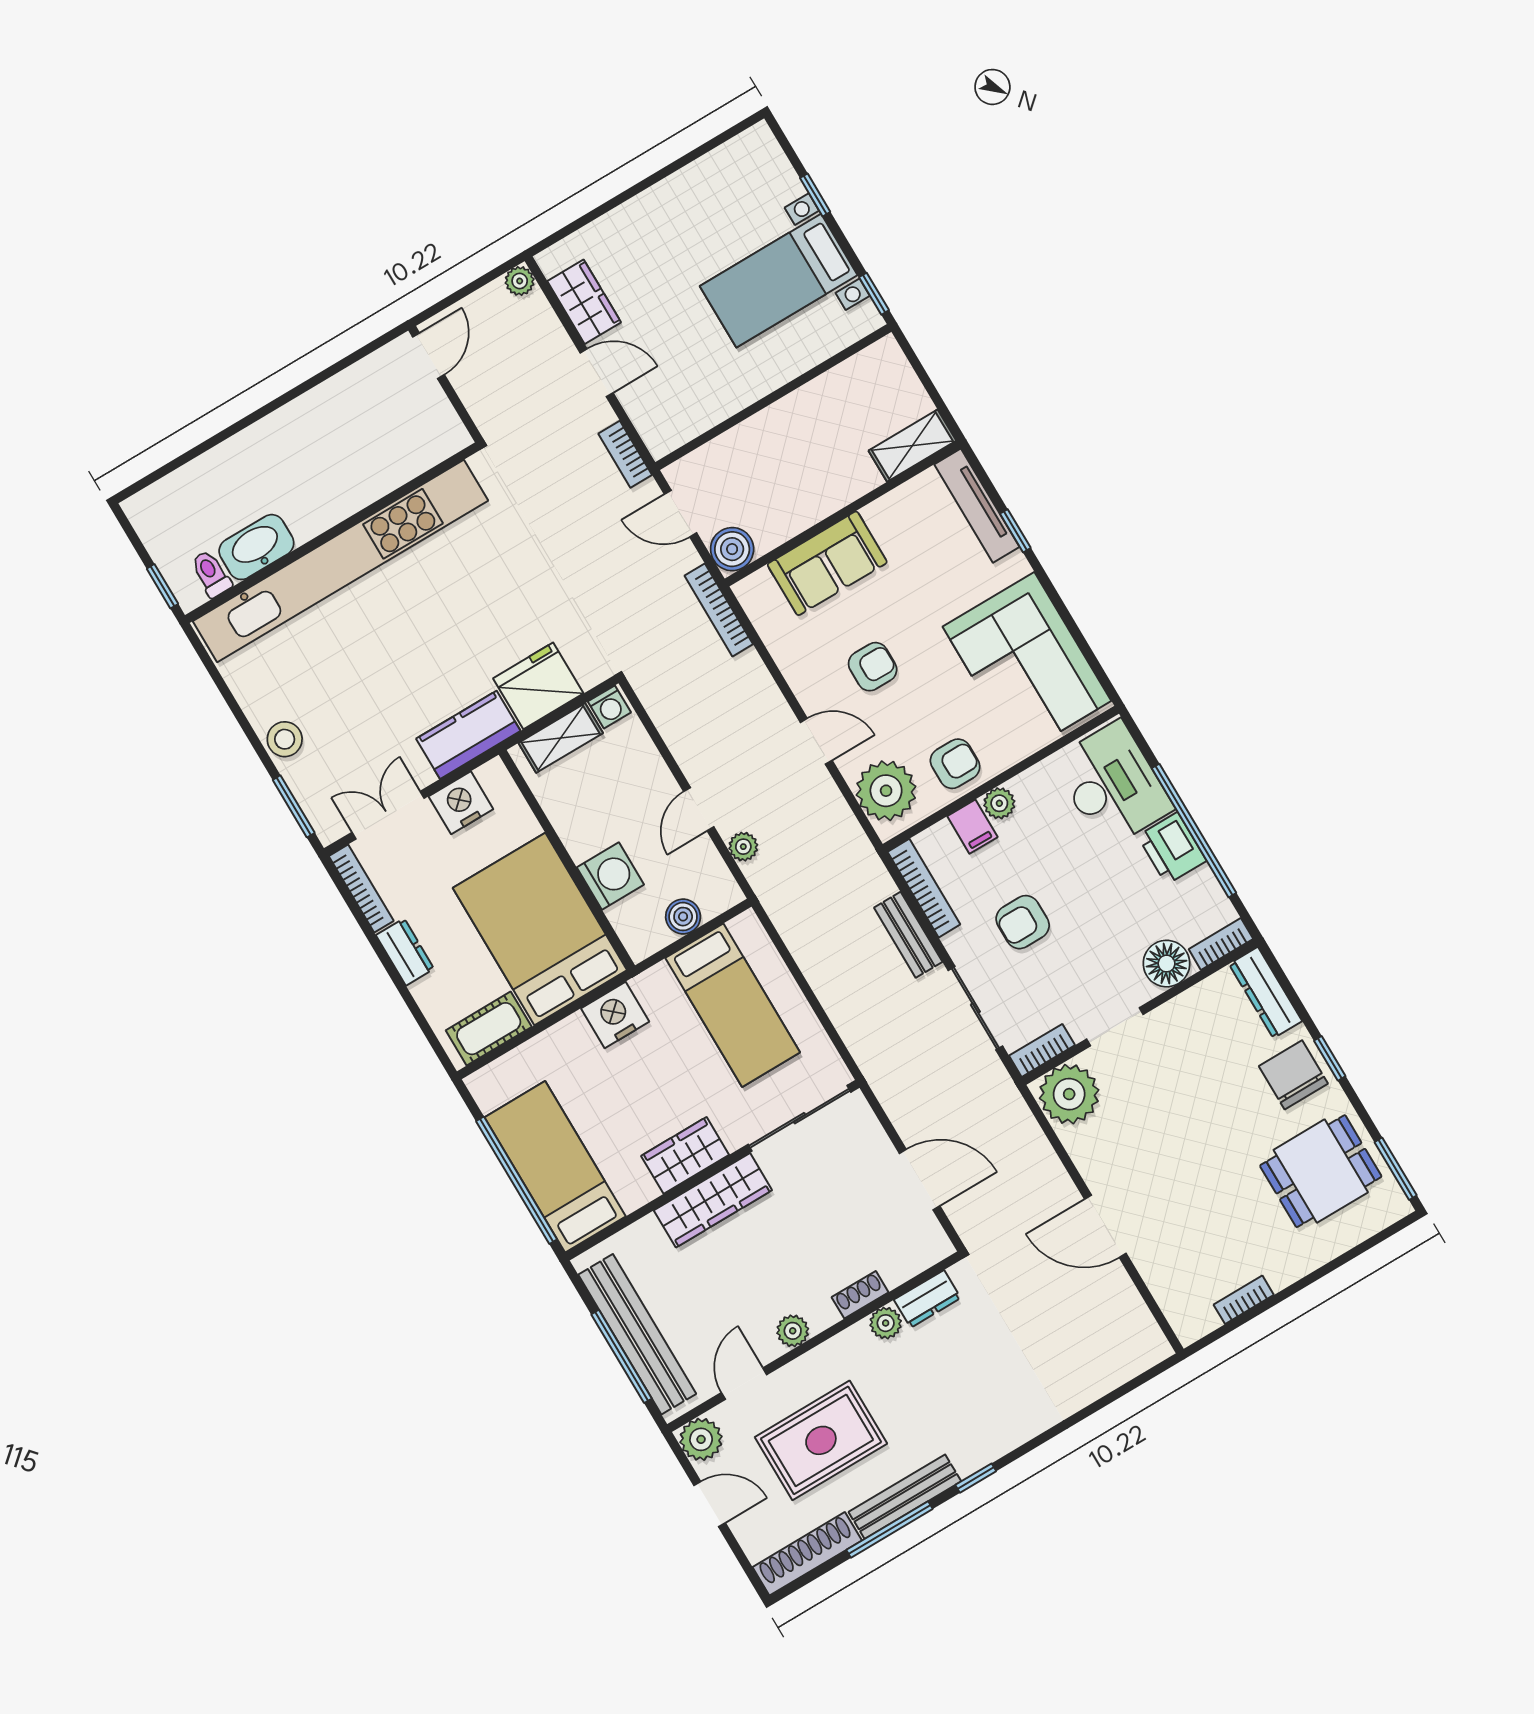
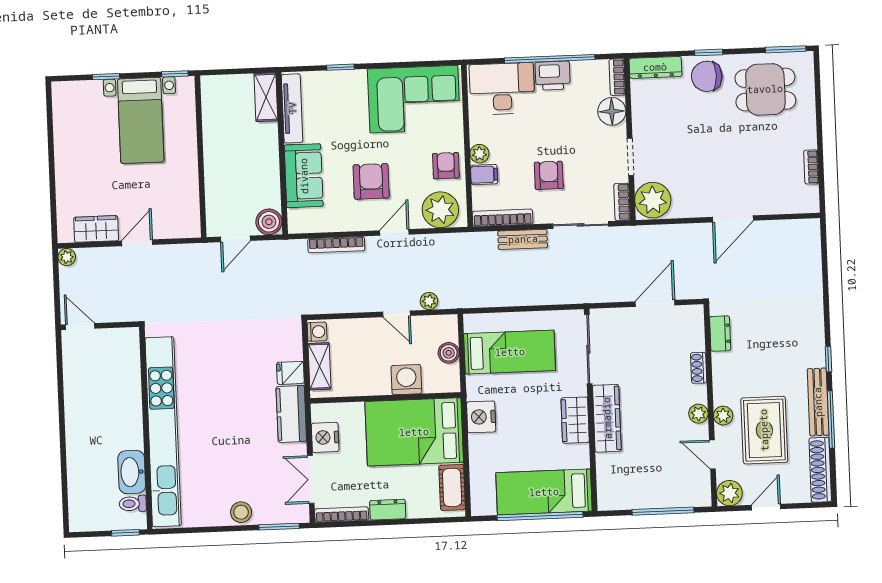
bookcase: (625, 454) -> (188, 251), removed
tv unit: (977, 506) -> (292, 108), moved, turned -90
bookcase: (719, 610) -> (336, 245), moved
armchair: (873, 667) -> (371, 181), width x1.38, depth x1.38
fridge: (538, 686) -> (290, 373), width x0.53, depth x0.75
armchair: (1023, 922) -> (549, 175), turned 180
dining table: (1321, 1171) -> (765, 89), turned 90
plant: (886, 1323) -> (723, 416), moved
bench: (637, 1334) -> (656, 497), removed

